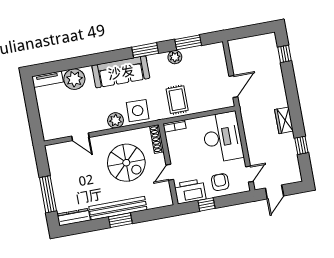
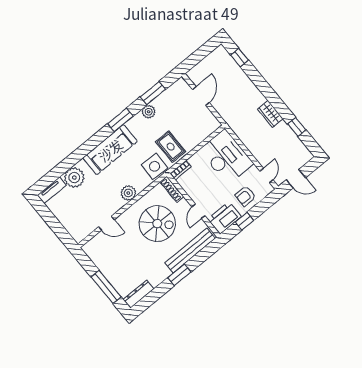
door: (233, 87) -> (201, 96), moved
side table: (138, 111) -> (154, 166), moved
armchair: (220, 182) -> (246, 196), turned -90
door: (274, 192) -> (296, 179), hinge flipped
bench: (118, 208) -> (190, 251), moved

